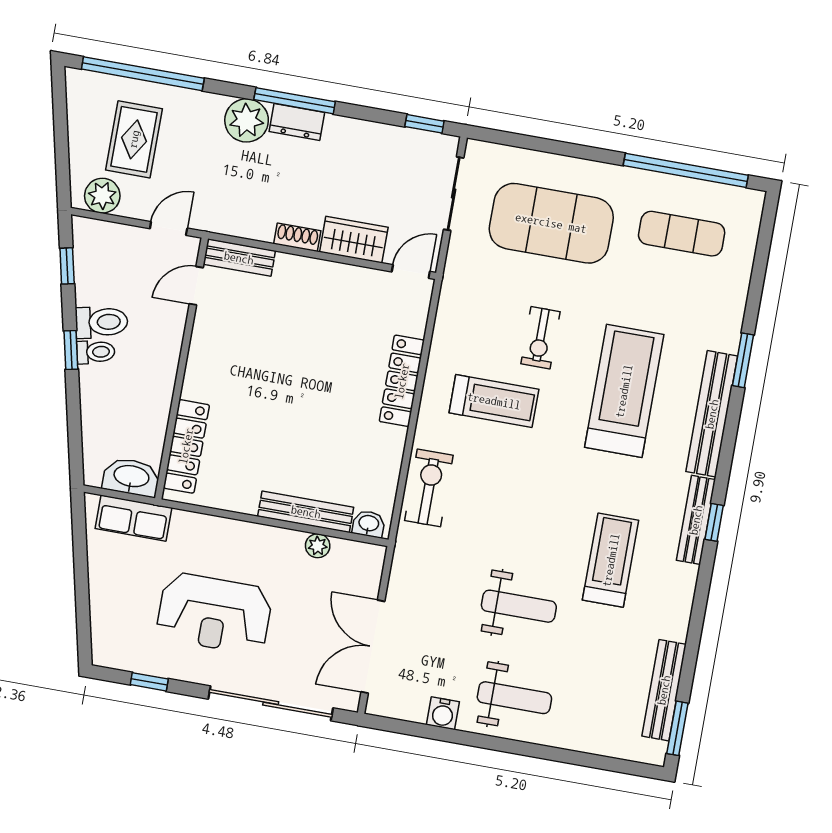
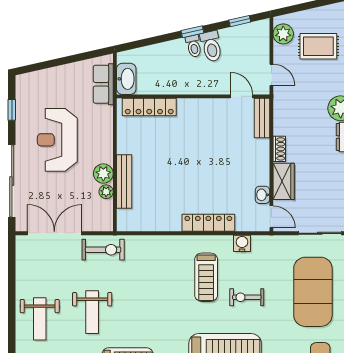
exercise bike: (429, 488) -> (103, 250), moved
washbasin: (369, 524) -> (262, 195), moved, turned 180
plant: (286, 545) -> (103, 174), added
water cooler: (443, 713) -> (242, 243), moved, turned 90

